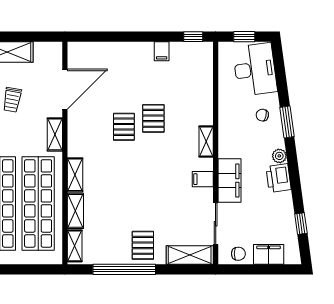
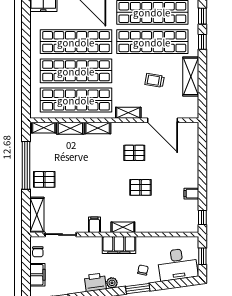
pallet: (124, 127) -> (134, 153), moved
filing cabinet: (229, 180) -> (119, 245), moved

